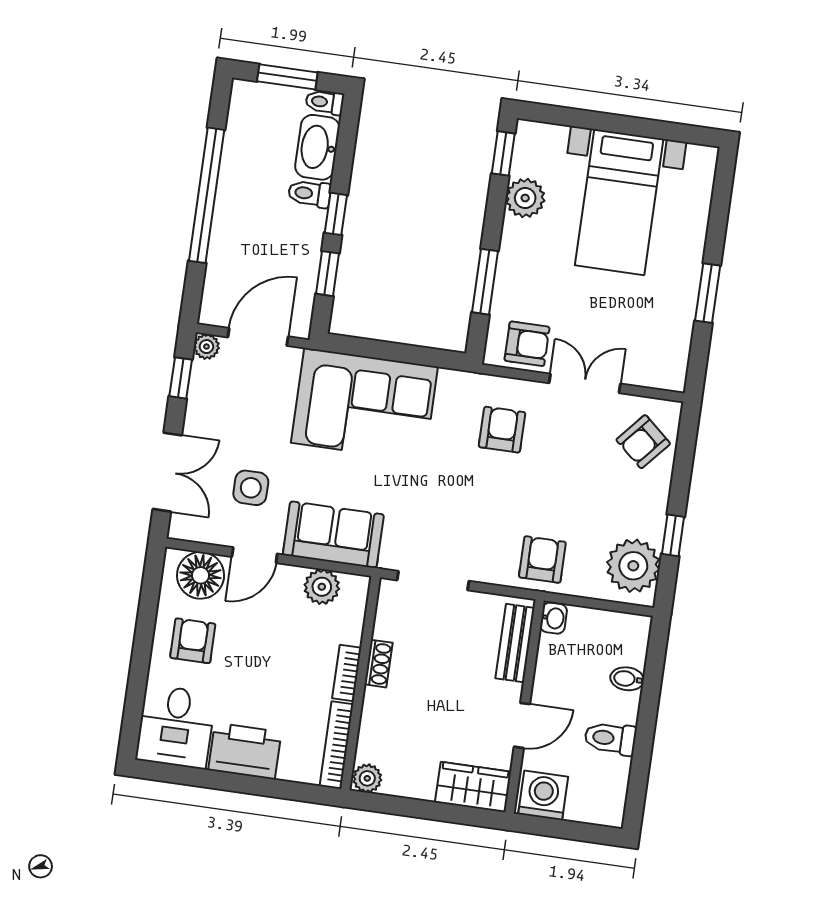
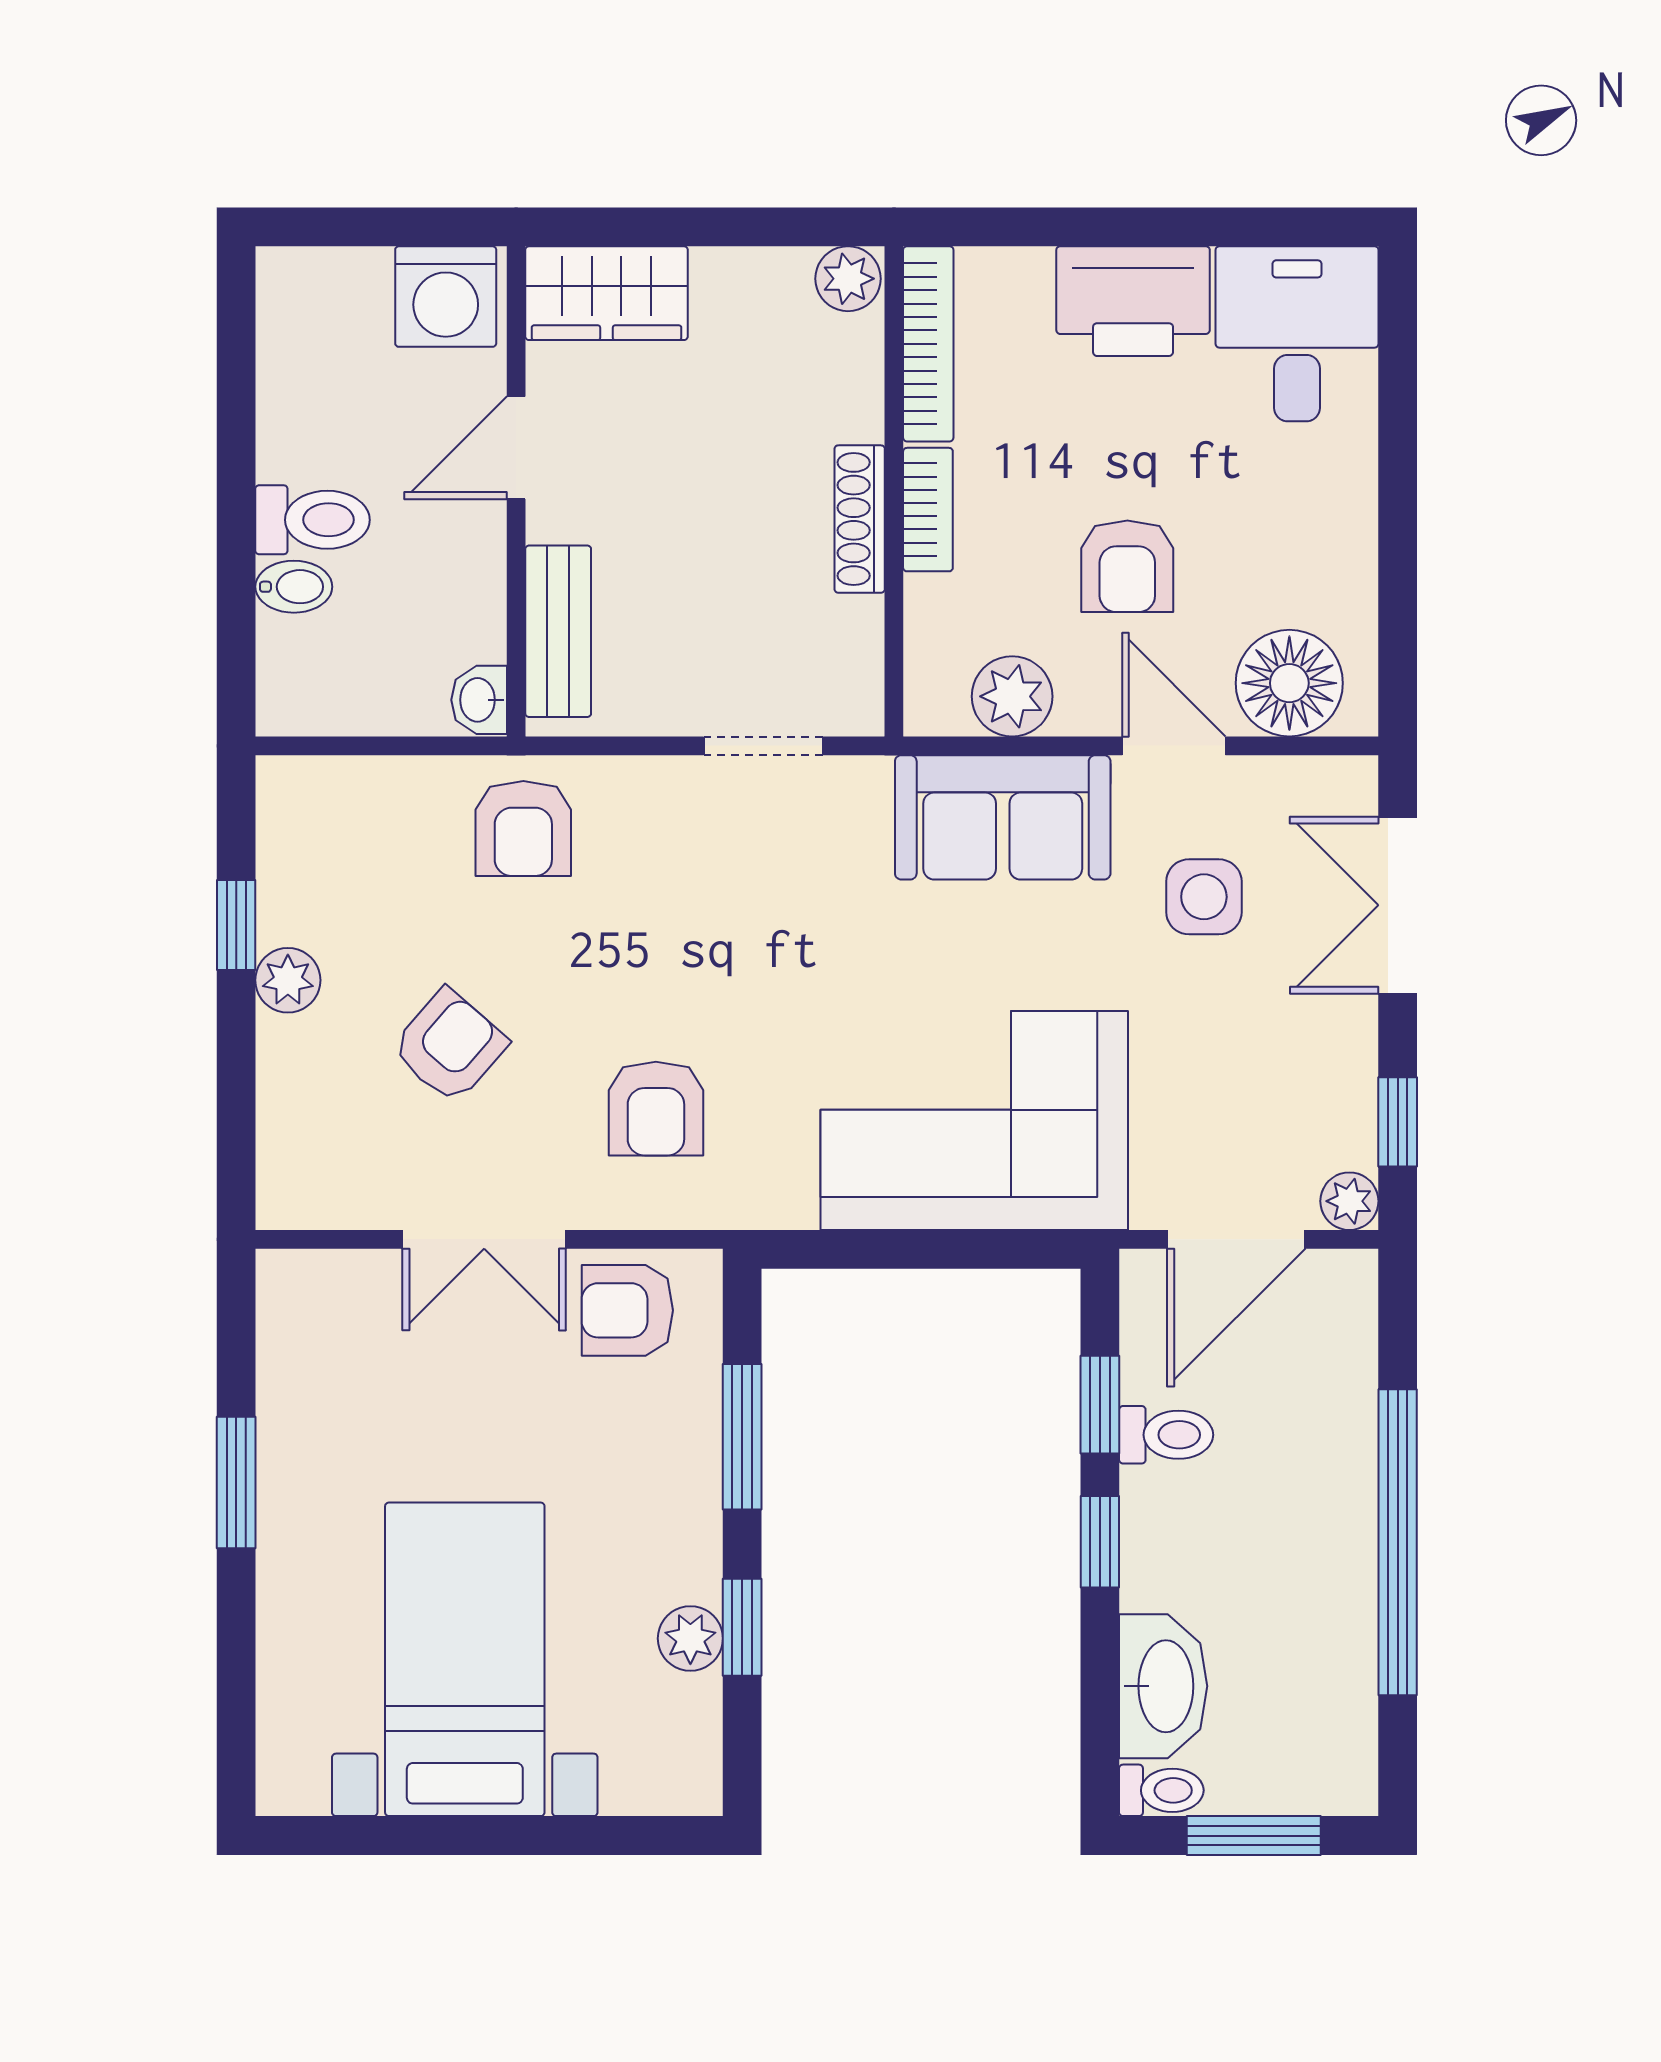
window: (503, 153) -> (742, 1627), moved
toilet: (309, 194) -> (1166, 1435), moved
plant: (525, 198) -> (690, 1638), width x0.73, depth x0.73
armchair: (643, 442) -> (449, 1046), moved
door: (255, 555) -> (1174, 746), hinge flipped
plant: (633, 566) -> (288, 980), moved, width x0.53, depth x0.53
doorway: (433, 581) -> (763, 746), width x0.73
armchair: (193, 641) -> (1127, 566), moved
shoe rack: (378, 664) -> (860, 519), width x1.43
toilet: (610, 738) -> (313, 520), moved

